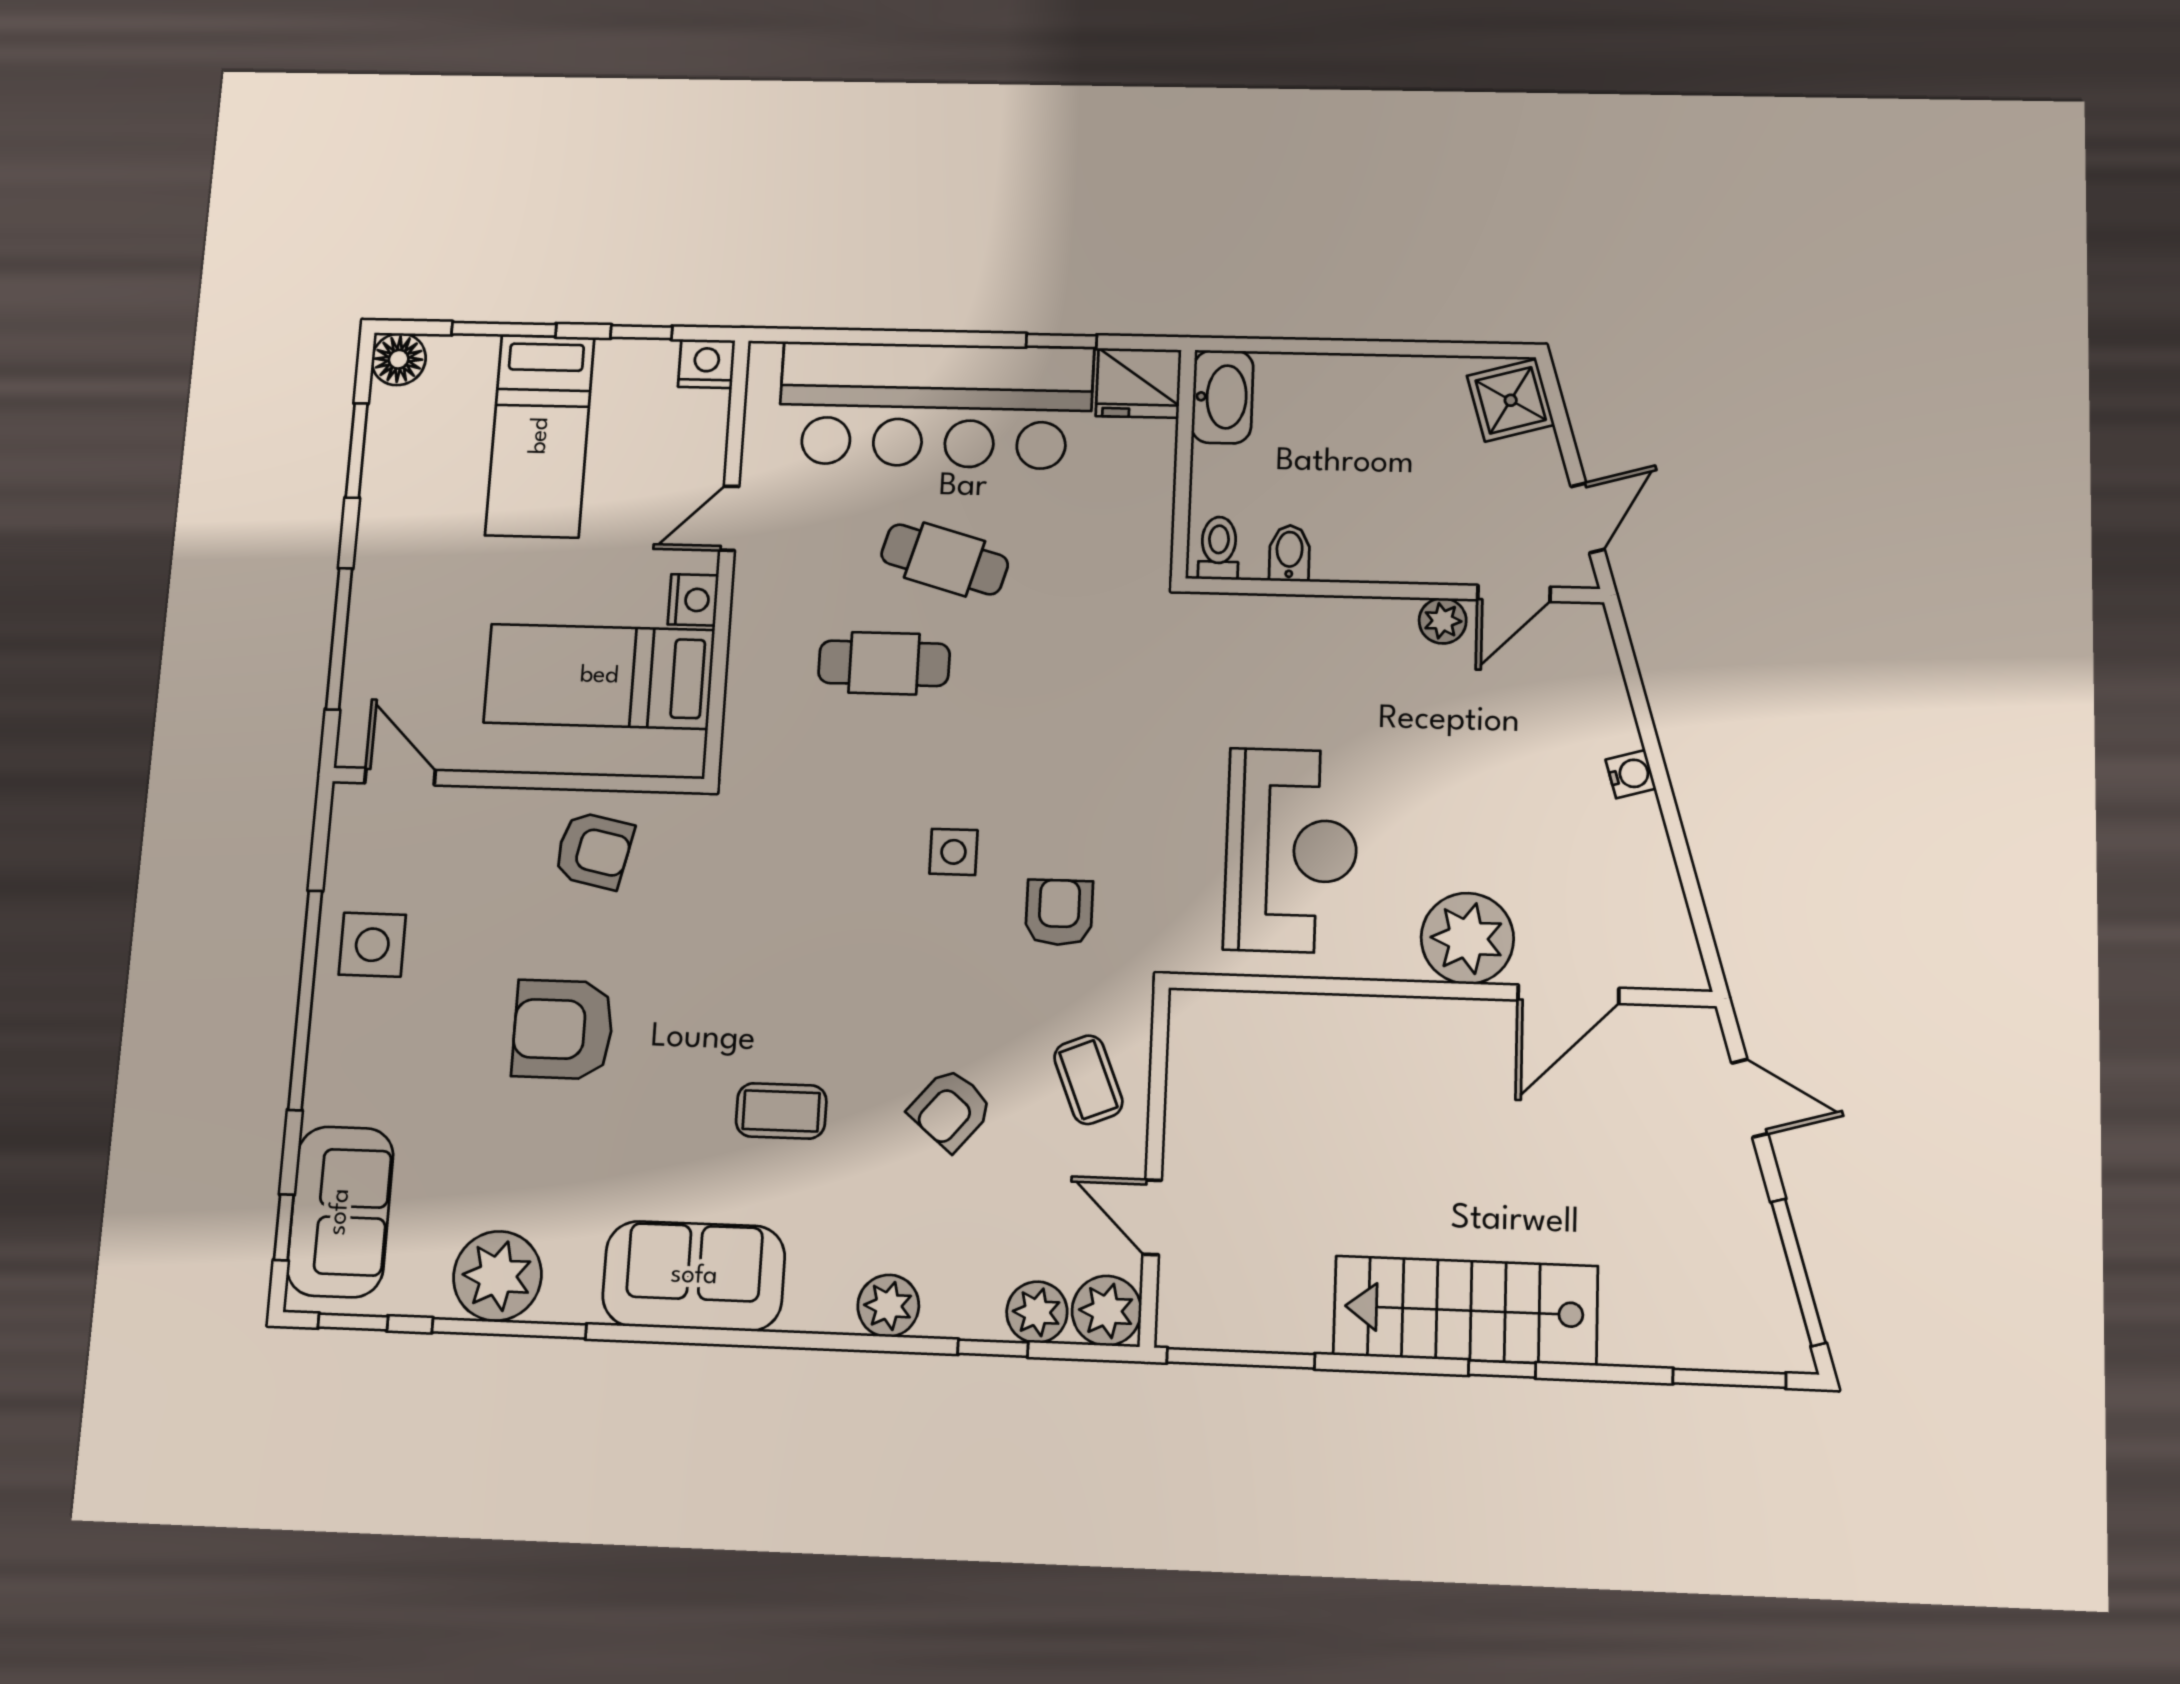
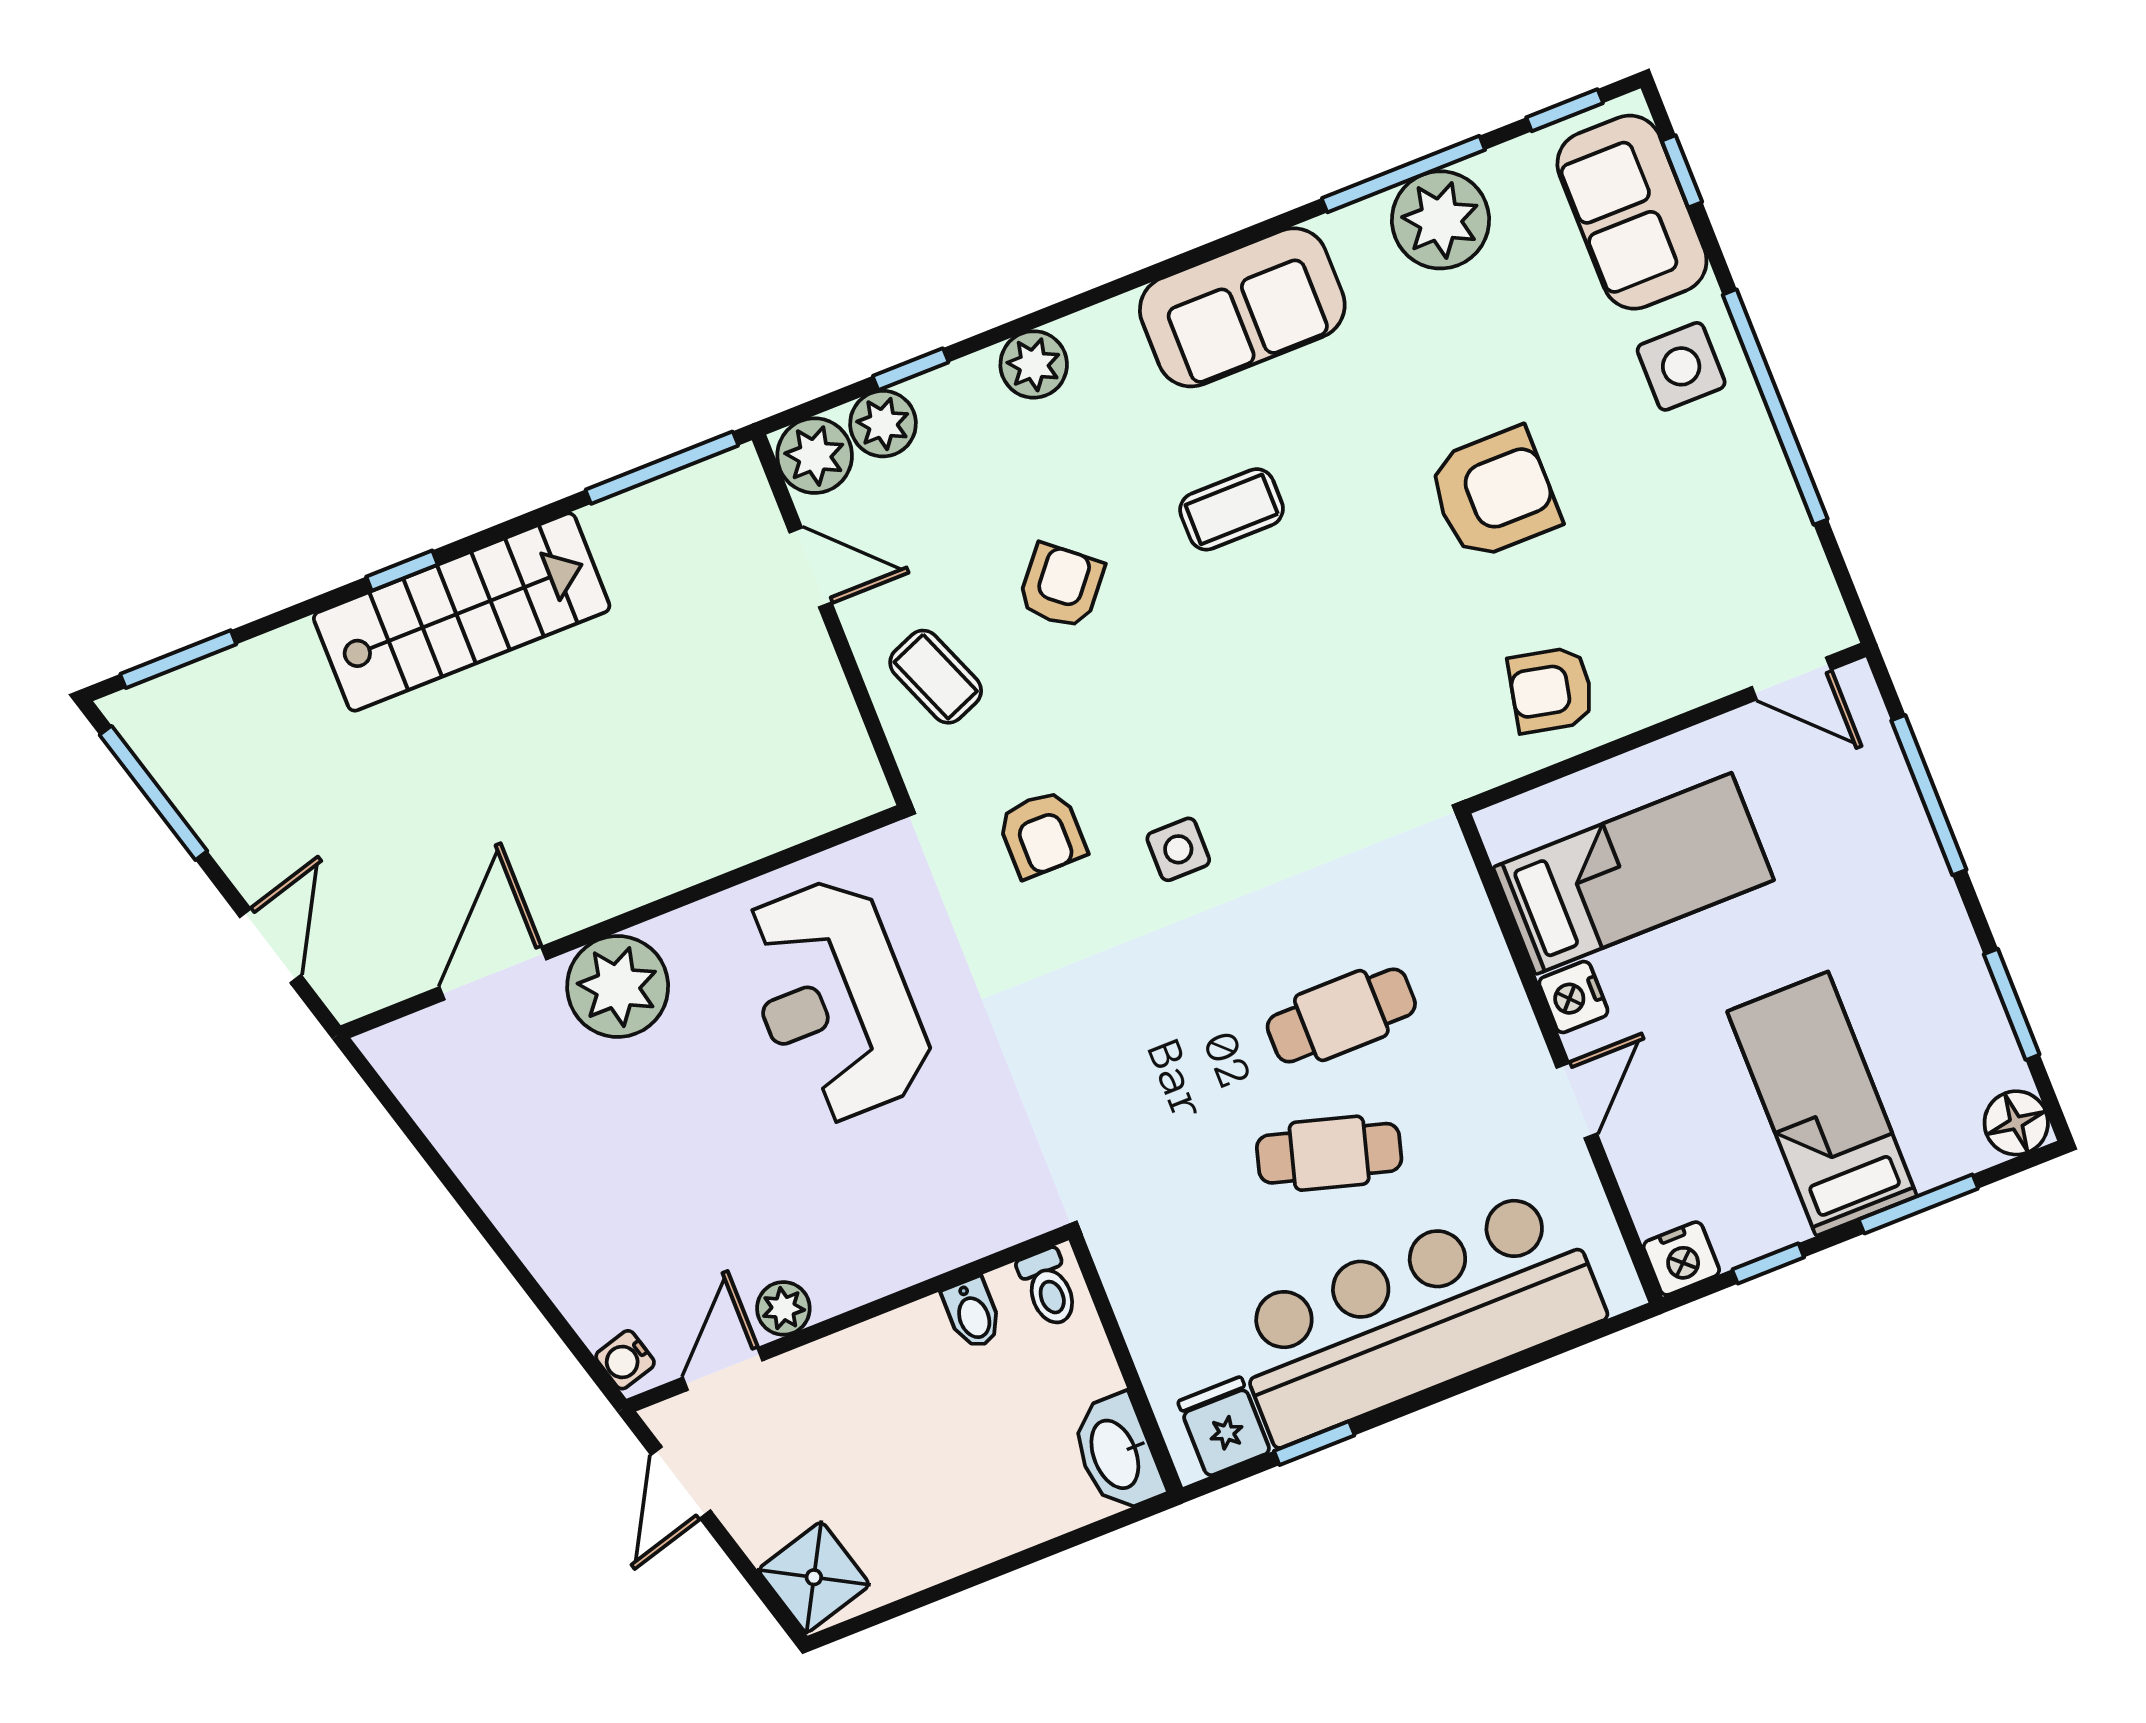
fridge: (1138, 383) -> (1224, 1427), width x0.72
water cooler: (1631, 774) -> (625, 1360), moved
side table: (372, 945) -> (1681, 366), moved
door: (1750, 1098) -> (270, 946), swing flipped

